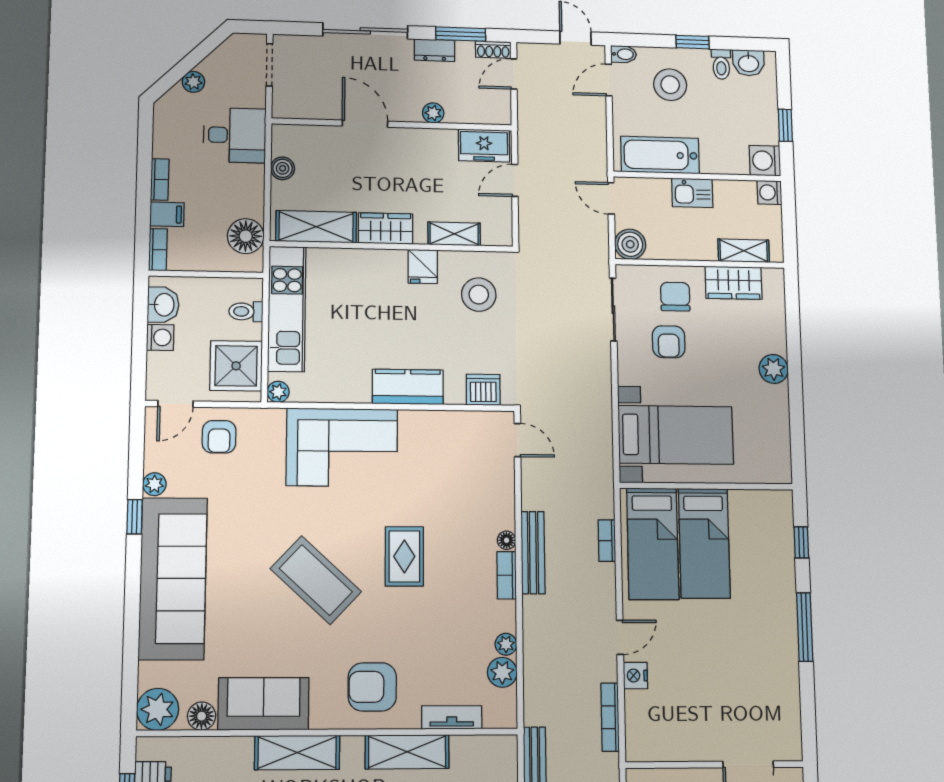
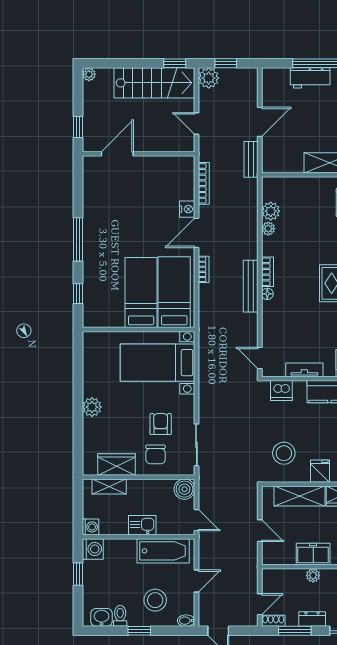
door: (609, 80) -> (196, 581), moved
freezer: (484, 145) -> (313, 554), moved
door: (515, 180) -> (260, 531), hinge flipped
shelving: (454, 234) -> (300, 496), width x1.50, depth x1.33
bookcase: (607, 541) -> (204, 269), moved
door: (620, 637) -> (196, 233), width x1.38
tv unit: (452, 717) -> (304, 370), moved, turned 180

